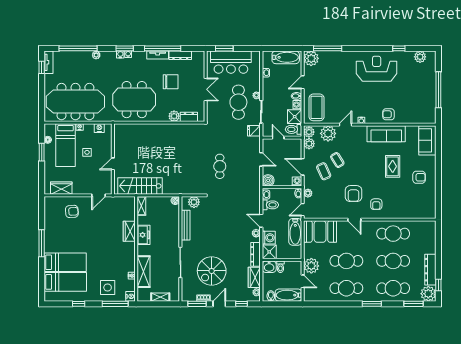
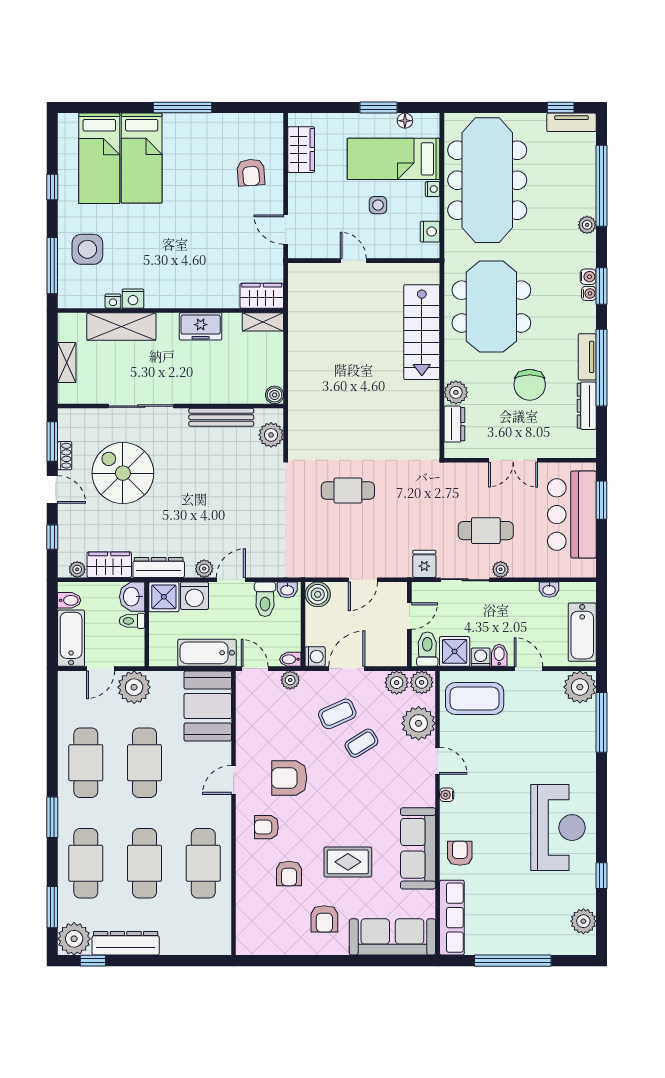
cafe table: (238, 102) -> (486, 531), width x0.73, depth x0.74
row of seats: (418, 118) -> (452, 918), added
sofa: (427, 140) -> (392, 937), width x1.36
stairs: (140, 186) -> (422, 332), moved, turned 180
armchair: (398, 194) -> (289, 873), added
wardrobe: (129, 231) -> (262, 296), moved
nightstand: (130, 296) -> (133, 299), moved

